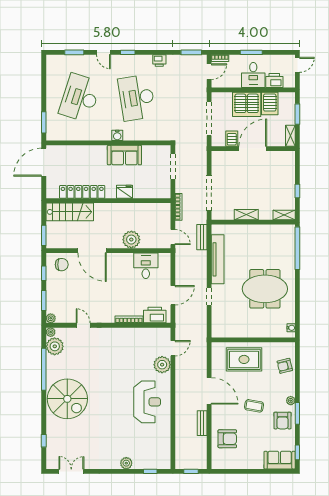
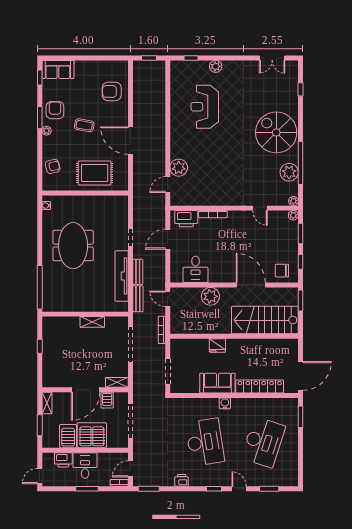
locker: (82, 192) -> (260, 387), moved, turned 180
stairs: (70, 212) -> (265, 320), width x1.36, depth x1.51
shelving: (284, 215) -> (117, 382), moved
meeting table: (265, 289) -> (73, 246), turned 90
plant: (55, 346) -> (289, 172), moved
reception desk: (147, 402) -> (205, 107), moved
bench: (202, 423) -> (138, 272), moved

